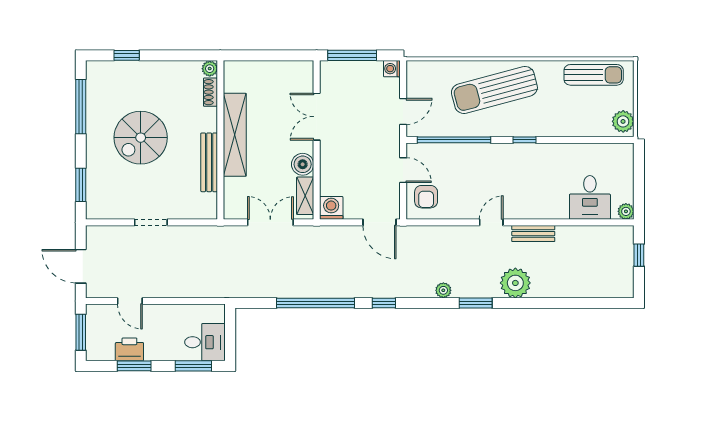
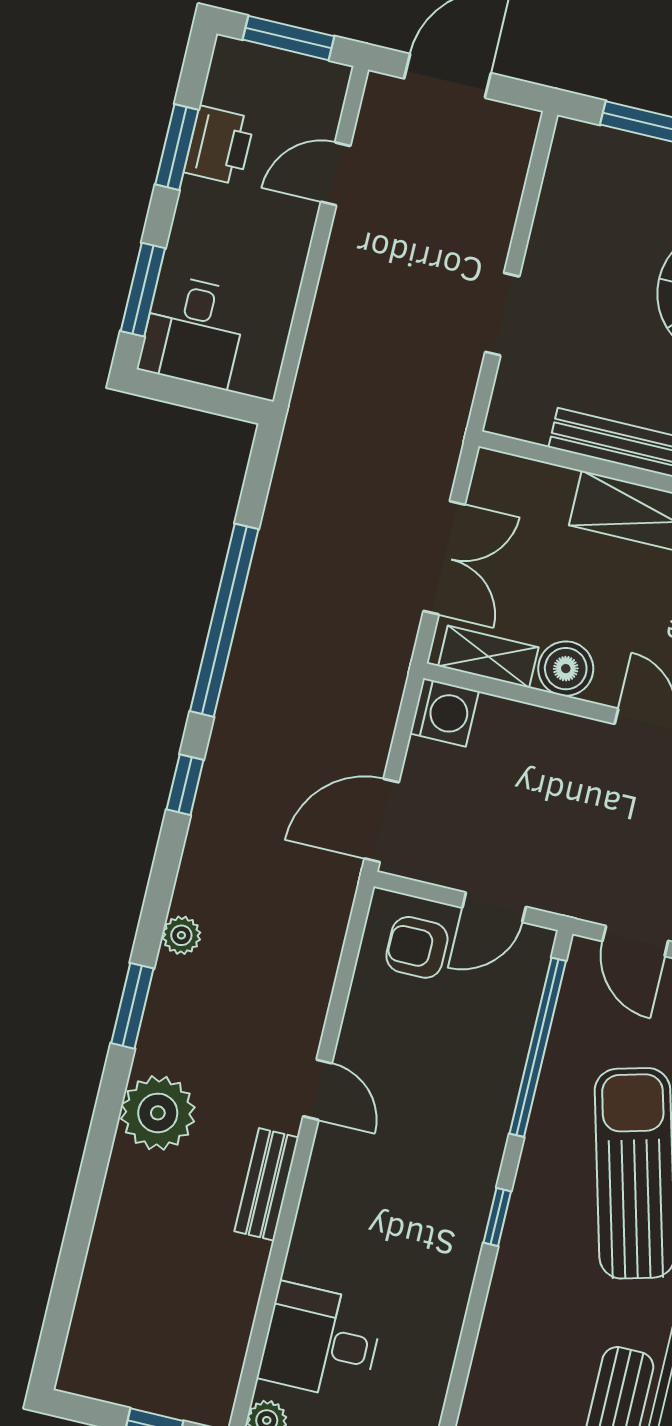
doorway: (151, 222) -> (502, 314), moved

